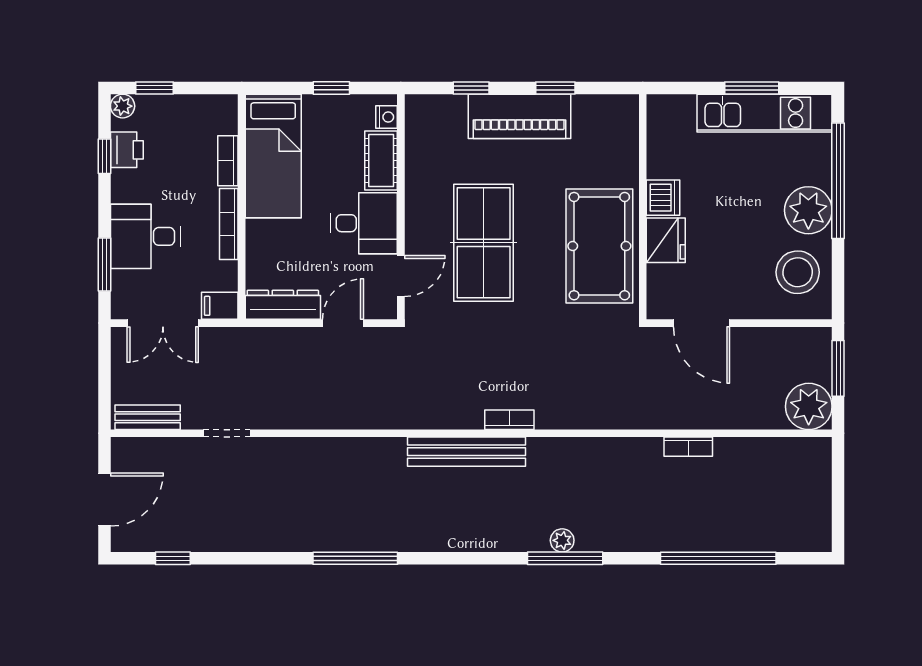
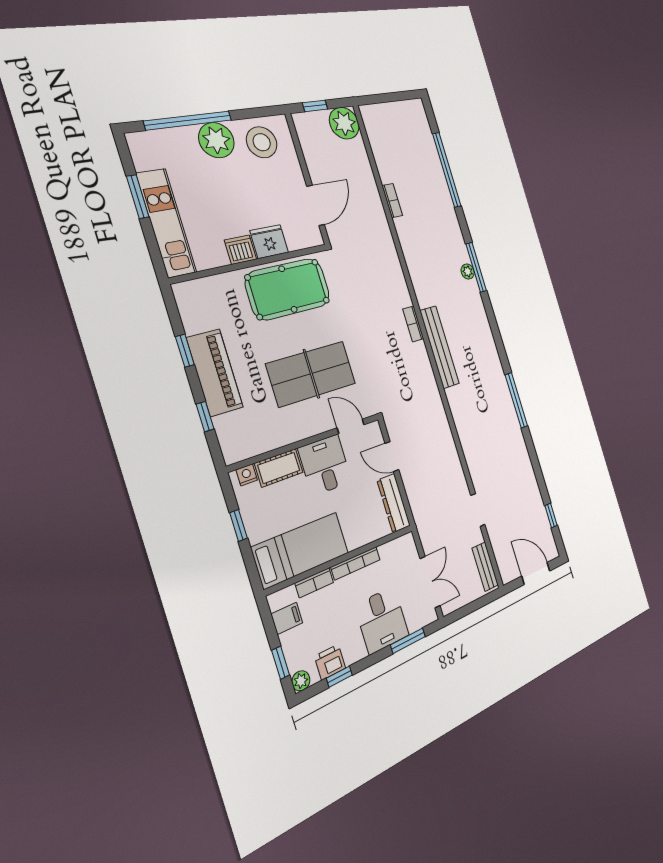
kitchen unit: (765, 113) -> (166, 223), moved
filing cabinet: (220, 306) -> (287, 618), moved, turned -90
window: (838, 368) -> (315, 106), width x0.67

